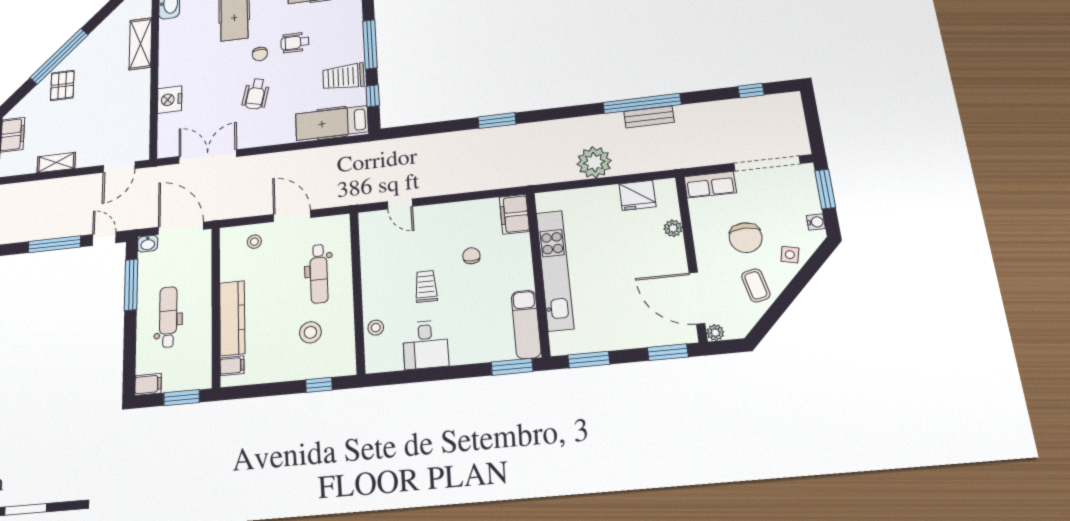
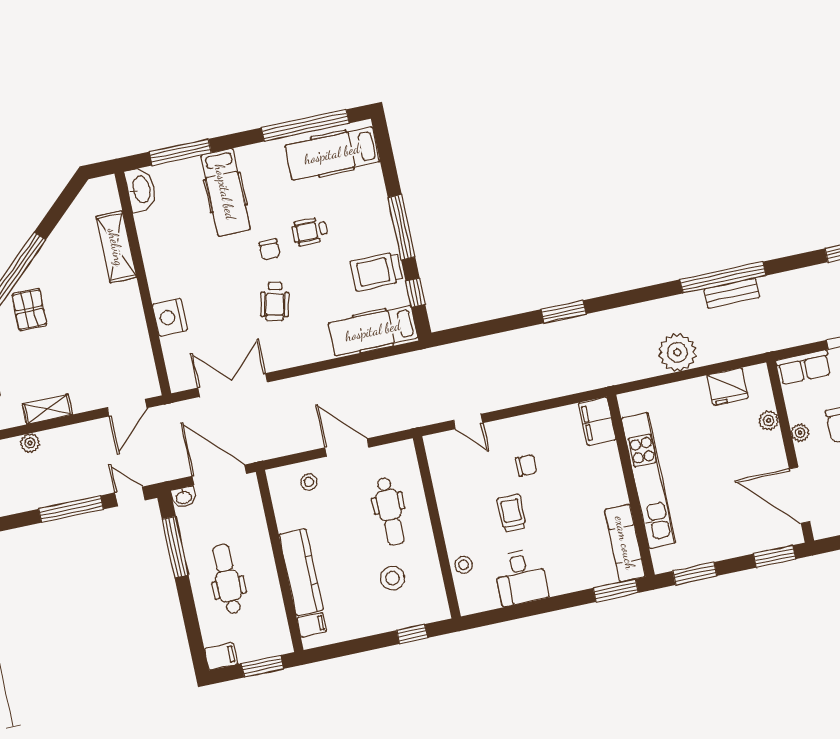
plant: (36, 188) -> (30, 443), added
chair: (471, 256) -> (526, 465), moved, turned 90
plant: (715, 333) -> (800, 433), moved

